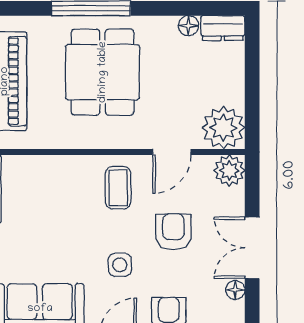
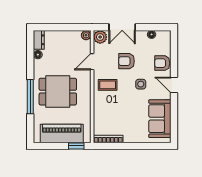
plant: (223, 128) -> (86, 35), width x0.53, depth x0.53
door: (172, 152) -> (92, 62), swing flipped
double door: (252, 248) -> (122, 27), moved

